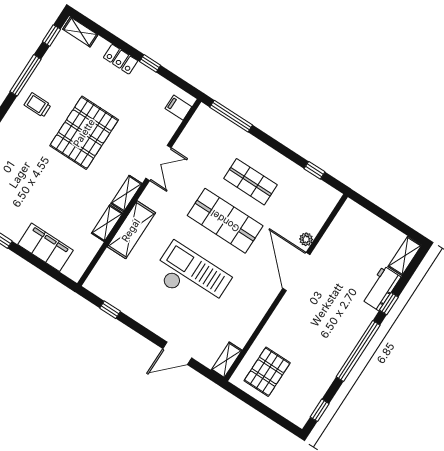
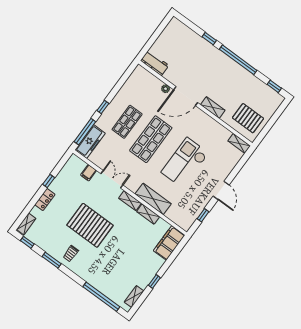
window: (26, 75) -> (52, 260), width x0.69
filing cabinet: (178, 108) -> (89, 173), moved
freezer: (216, 125) -> (90, 142), added
window: (315, 170) -> (103, 107), moved
filing cabinet: (46, 247) -> (169, 243), moved
shelving: (405, 256) -> (213, 107), moved
workbench: (381, 288) -> (155, 63), moved, turned 180
door: (177, 353) -> (221, 191), moved

